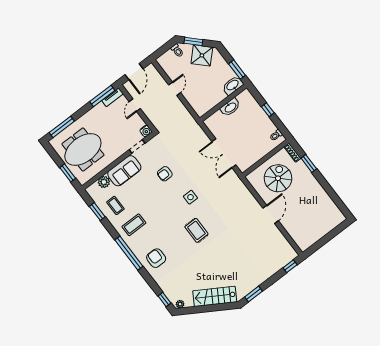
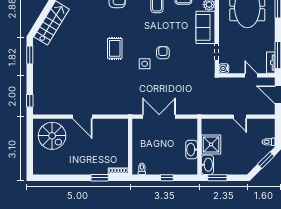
shower: (202, 55) -> (211, 144), moved, turned 45
armchair: (165, 174) -> (163, 53), moved
spiral stairs: (278, 178) -> (52, 136), moved
rug: (196, 230) -> (115, 48), turned 90

